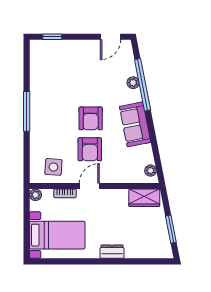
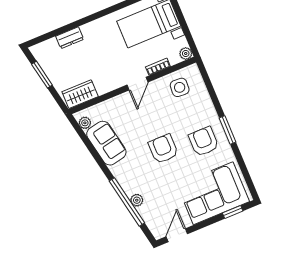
corner sofa: (63, 61) -> (213, 193), added
window: (27, 111) -> (228, 130), width x0.69
sofa: (135, 124) -> (106, 143), moved
armchair: (90, 149) -> (204, 141), moved
dresser: (112, 252) -> (70, 38), moved

